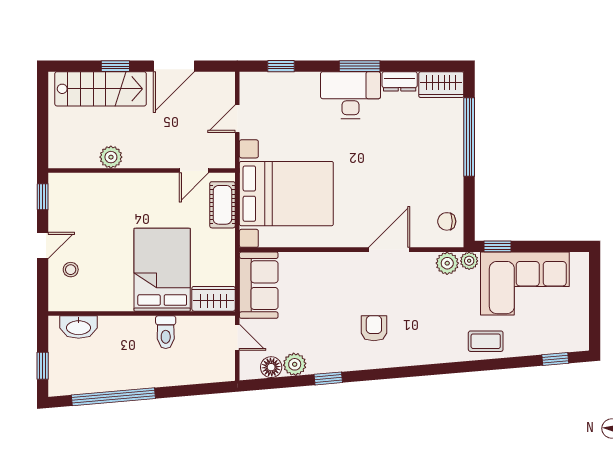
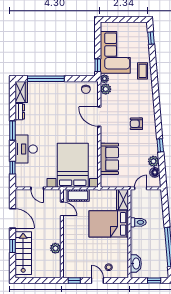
desk: (351, 95) -> (26, 149), moved
sofa: (259, 285) -> (109, 159), moved, turned 90

